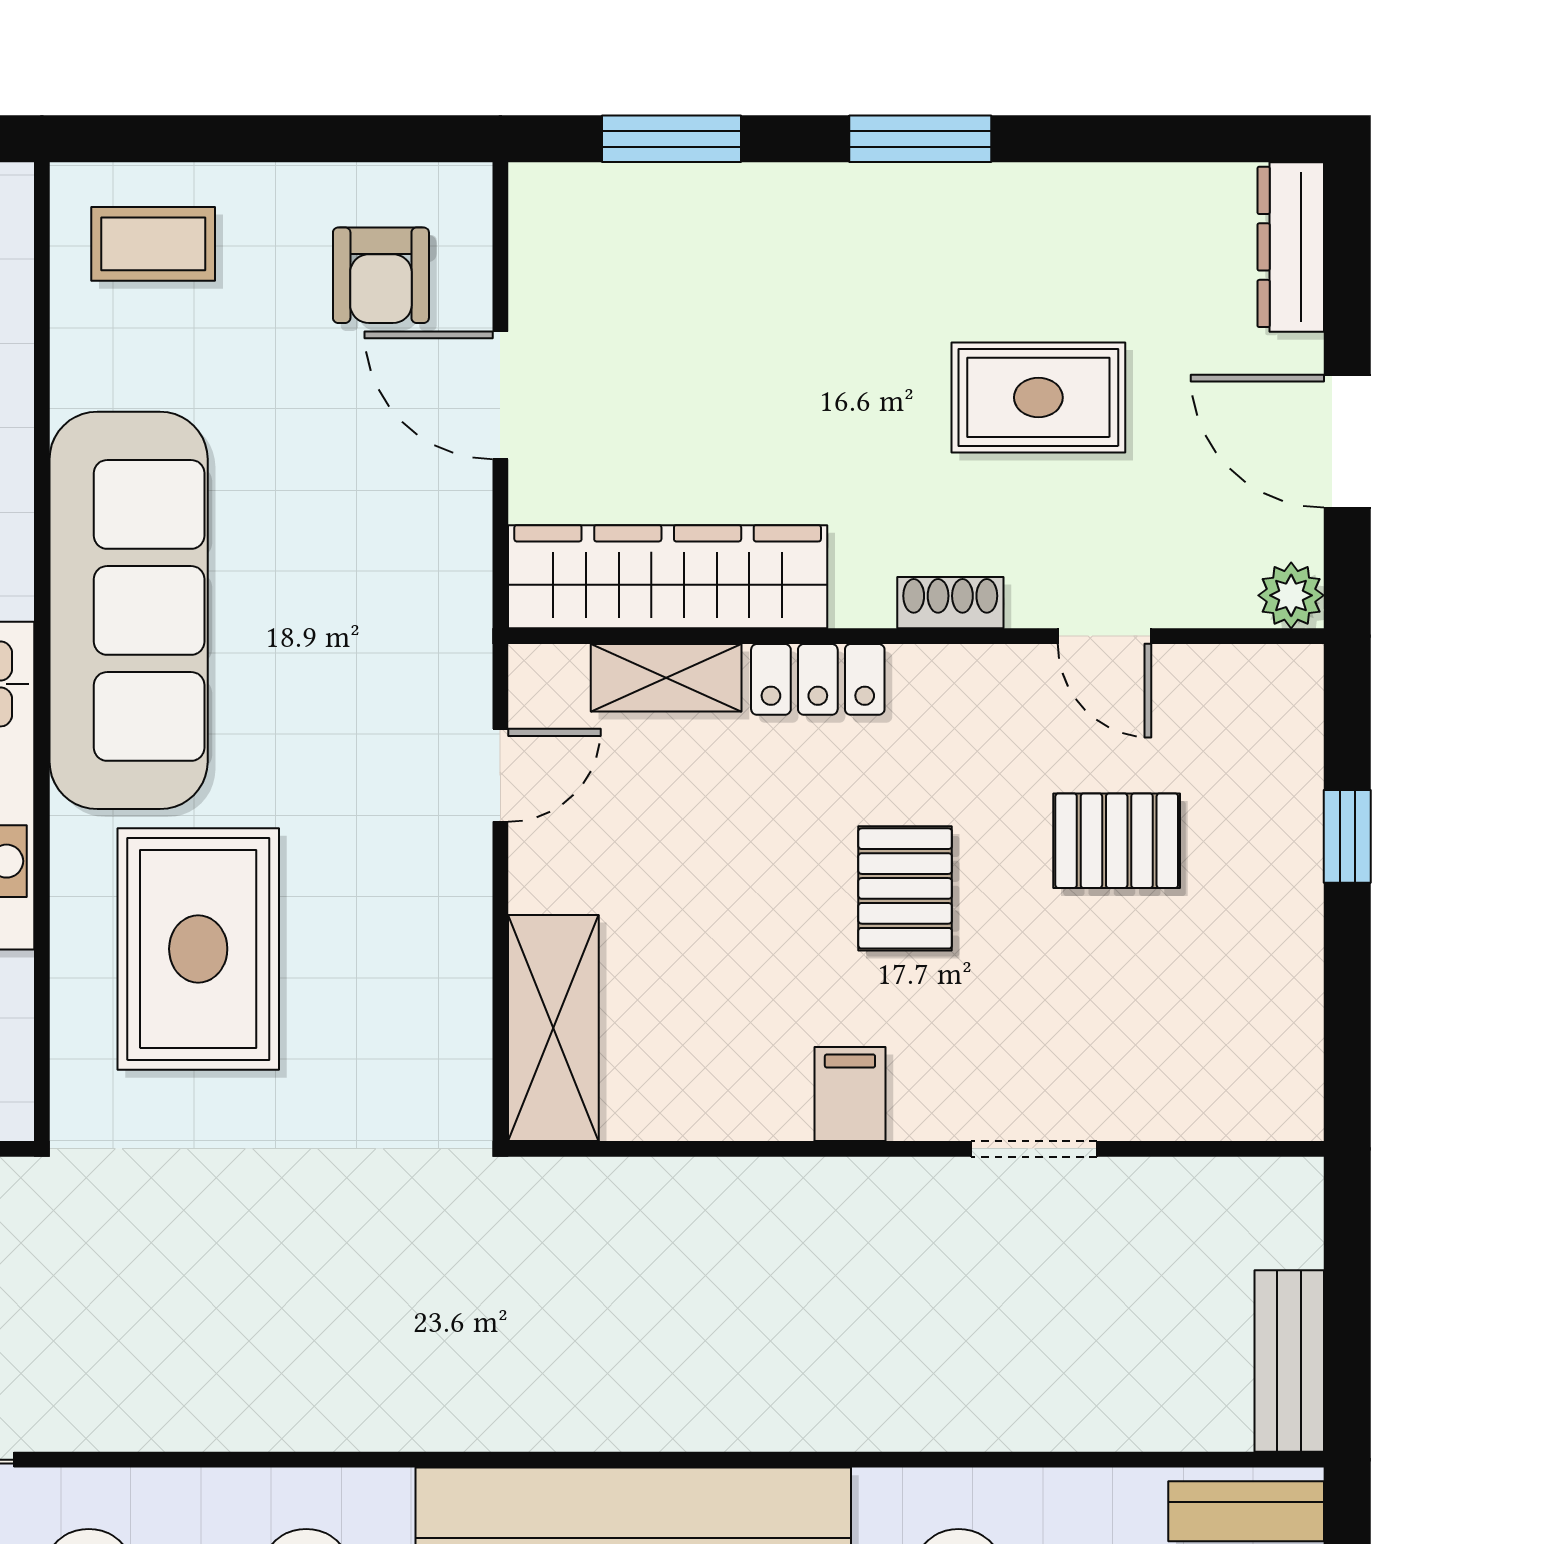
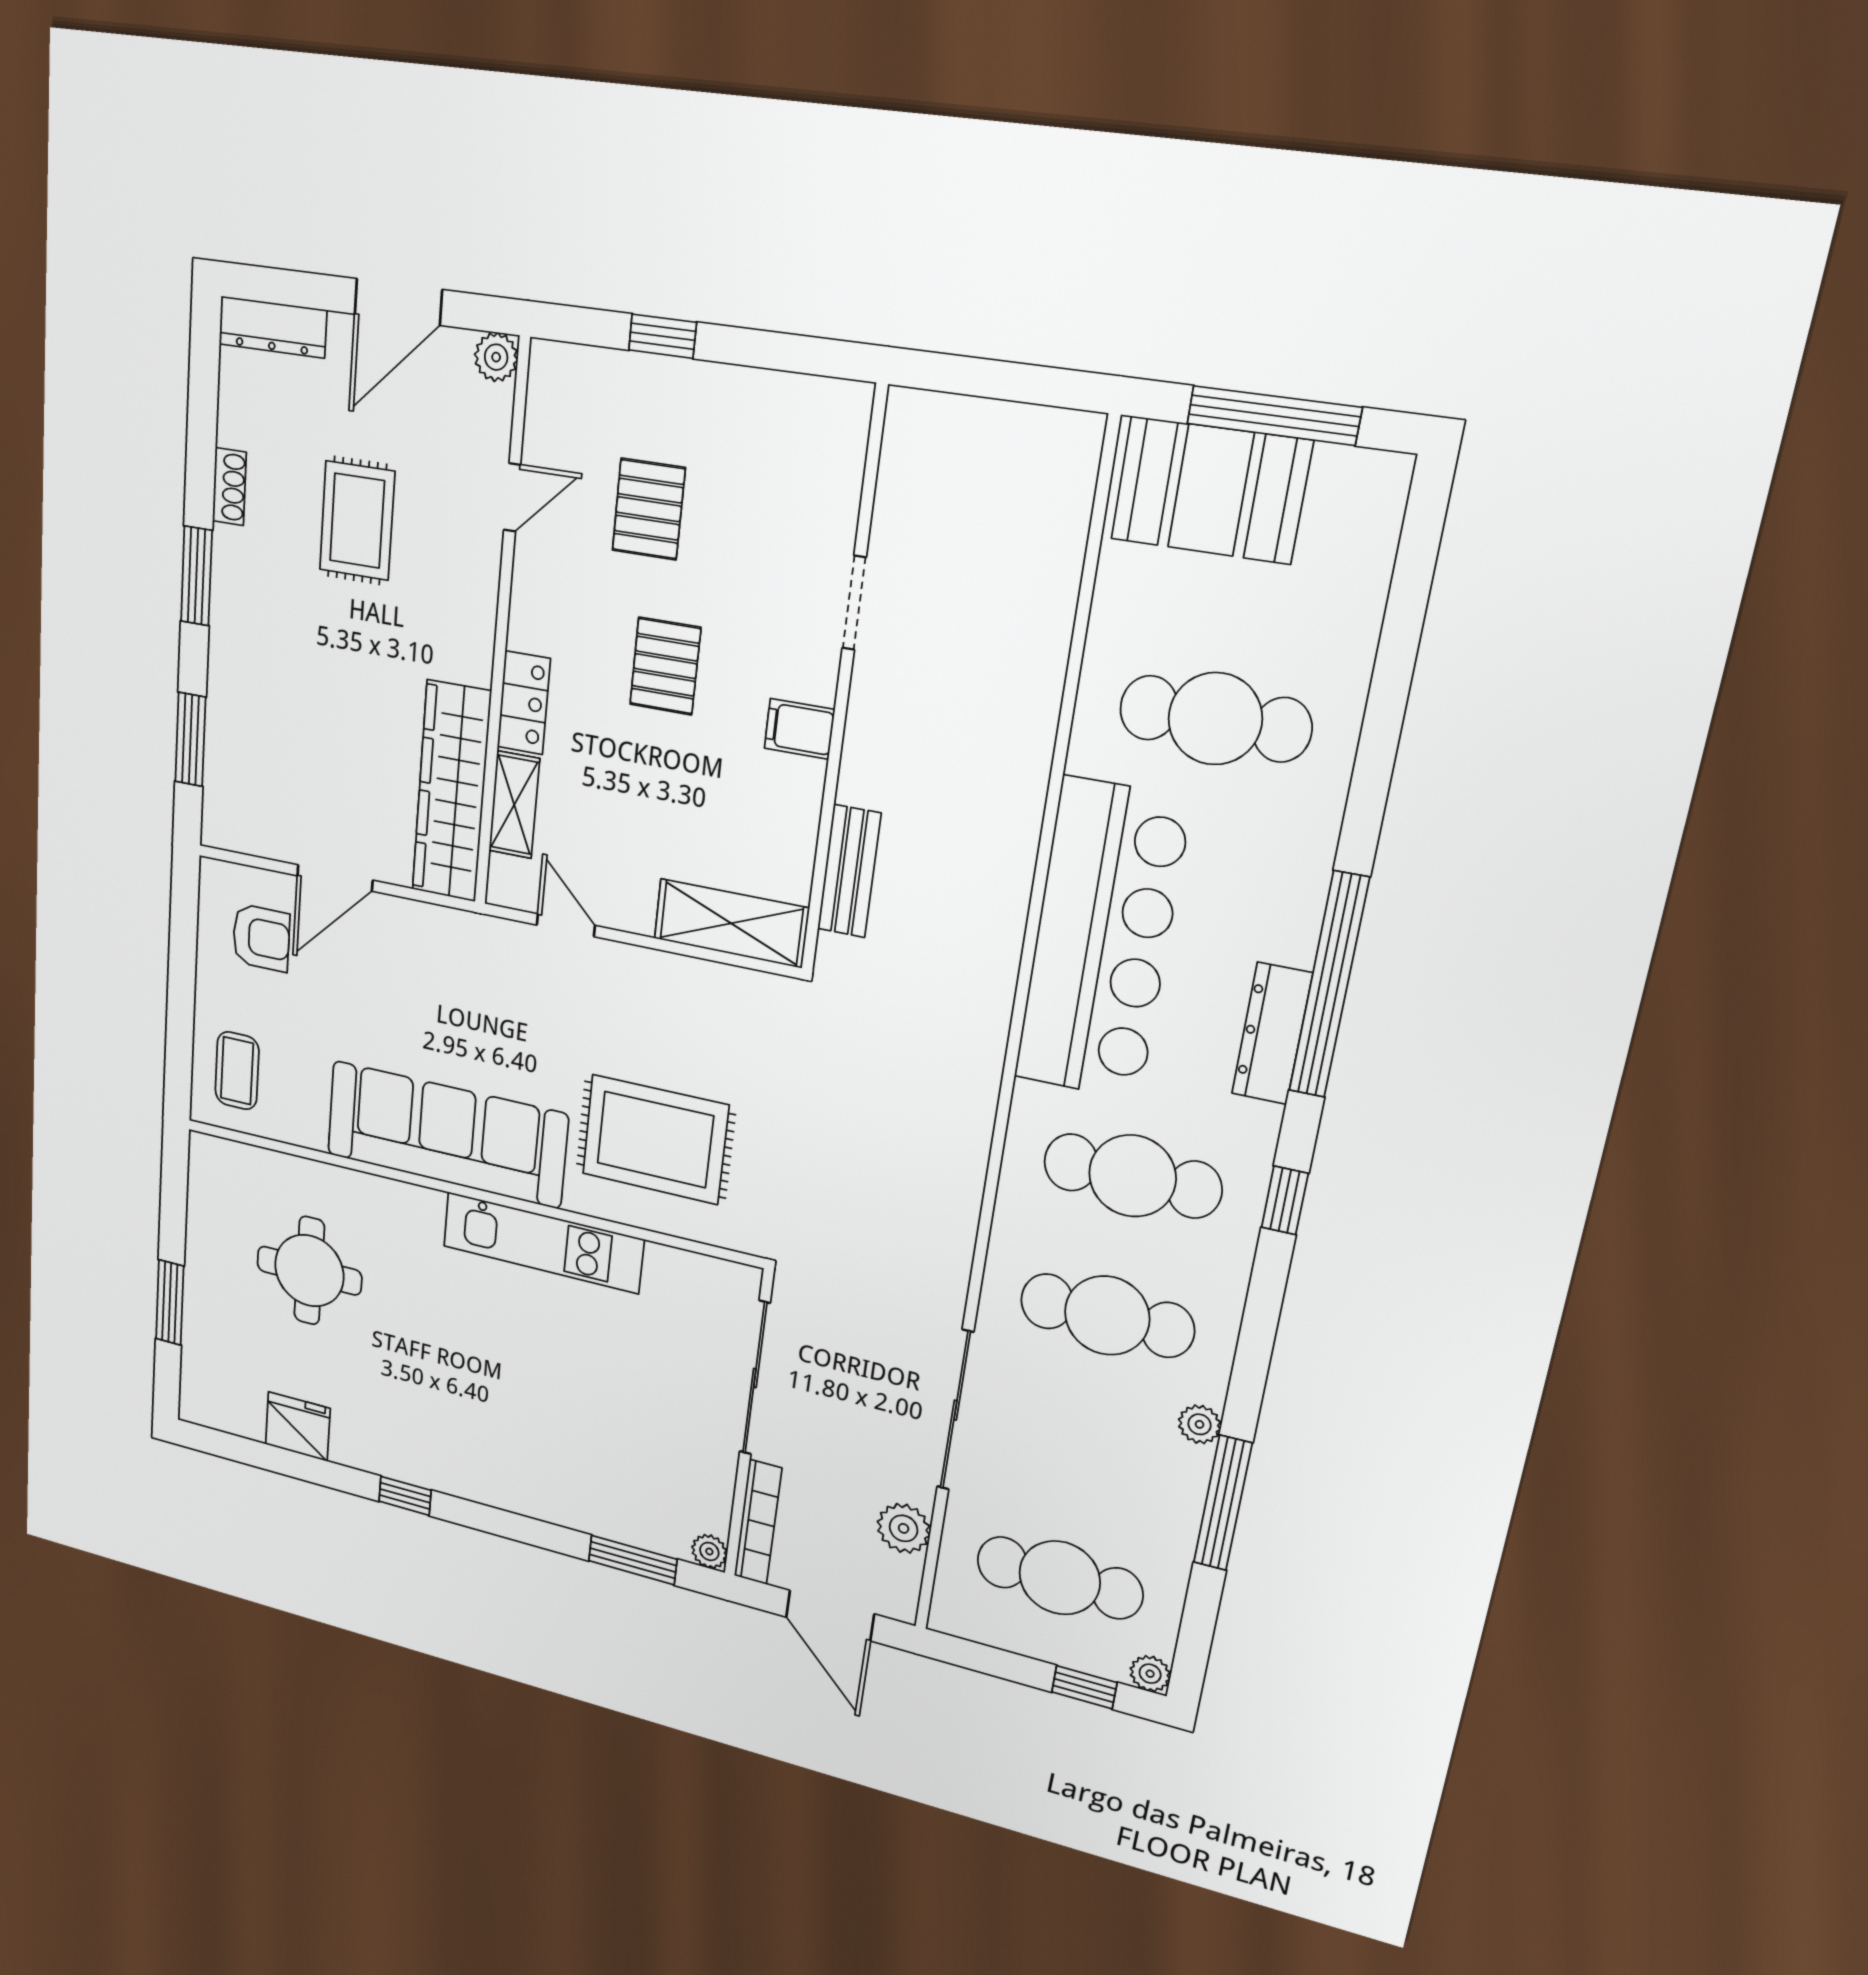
shoe rack: (950, 603) -> (229, 487), moved, turned 180
pallet: (905, 888) -> (665, 666), turned 90
bench: (1289, 1361) -> (849, 871), moved, turned 90

